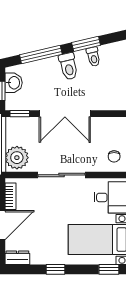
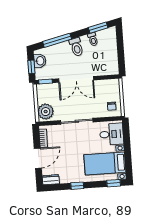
window: (86, 44) -> (98, 28), moved

